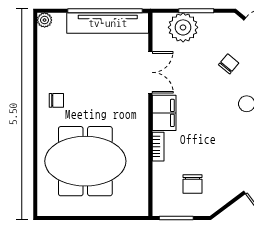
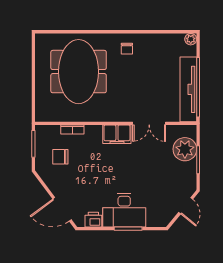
chair: (229, 64) -> (156, 185), removed
bookcase: (158, 147) -> (72, 129), moved

